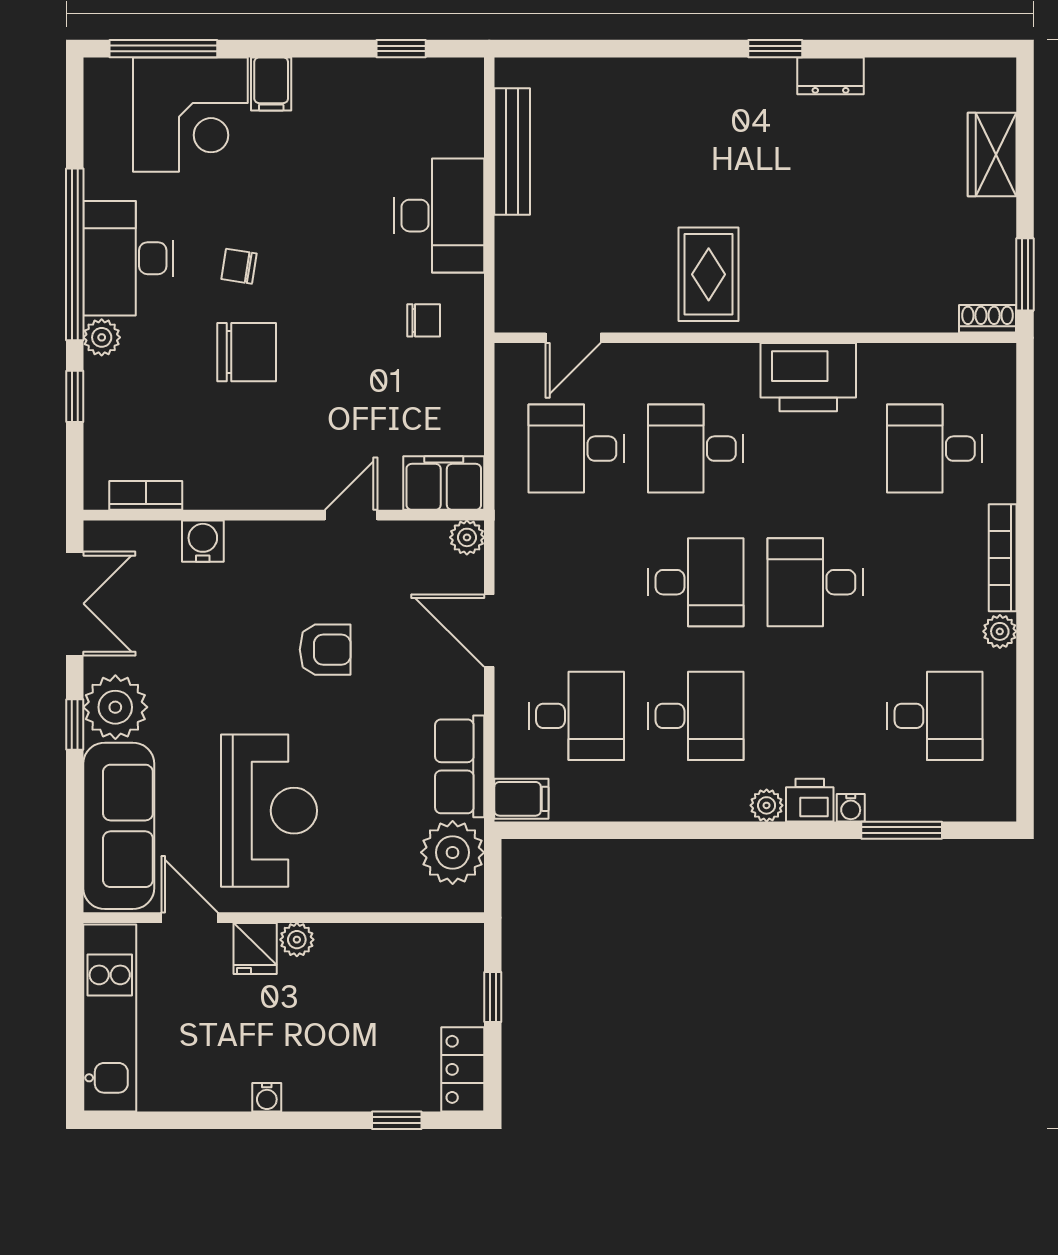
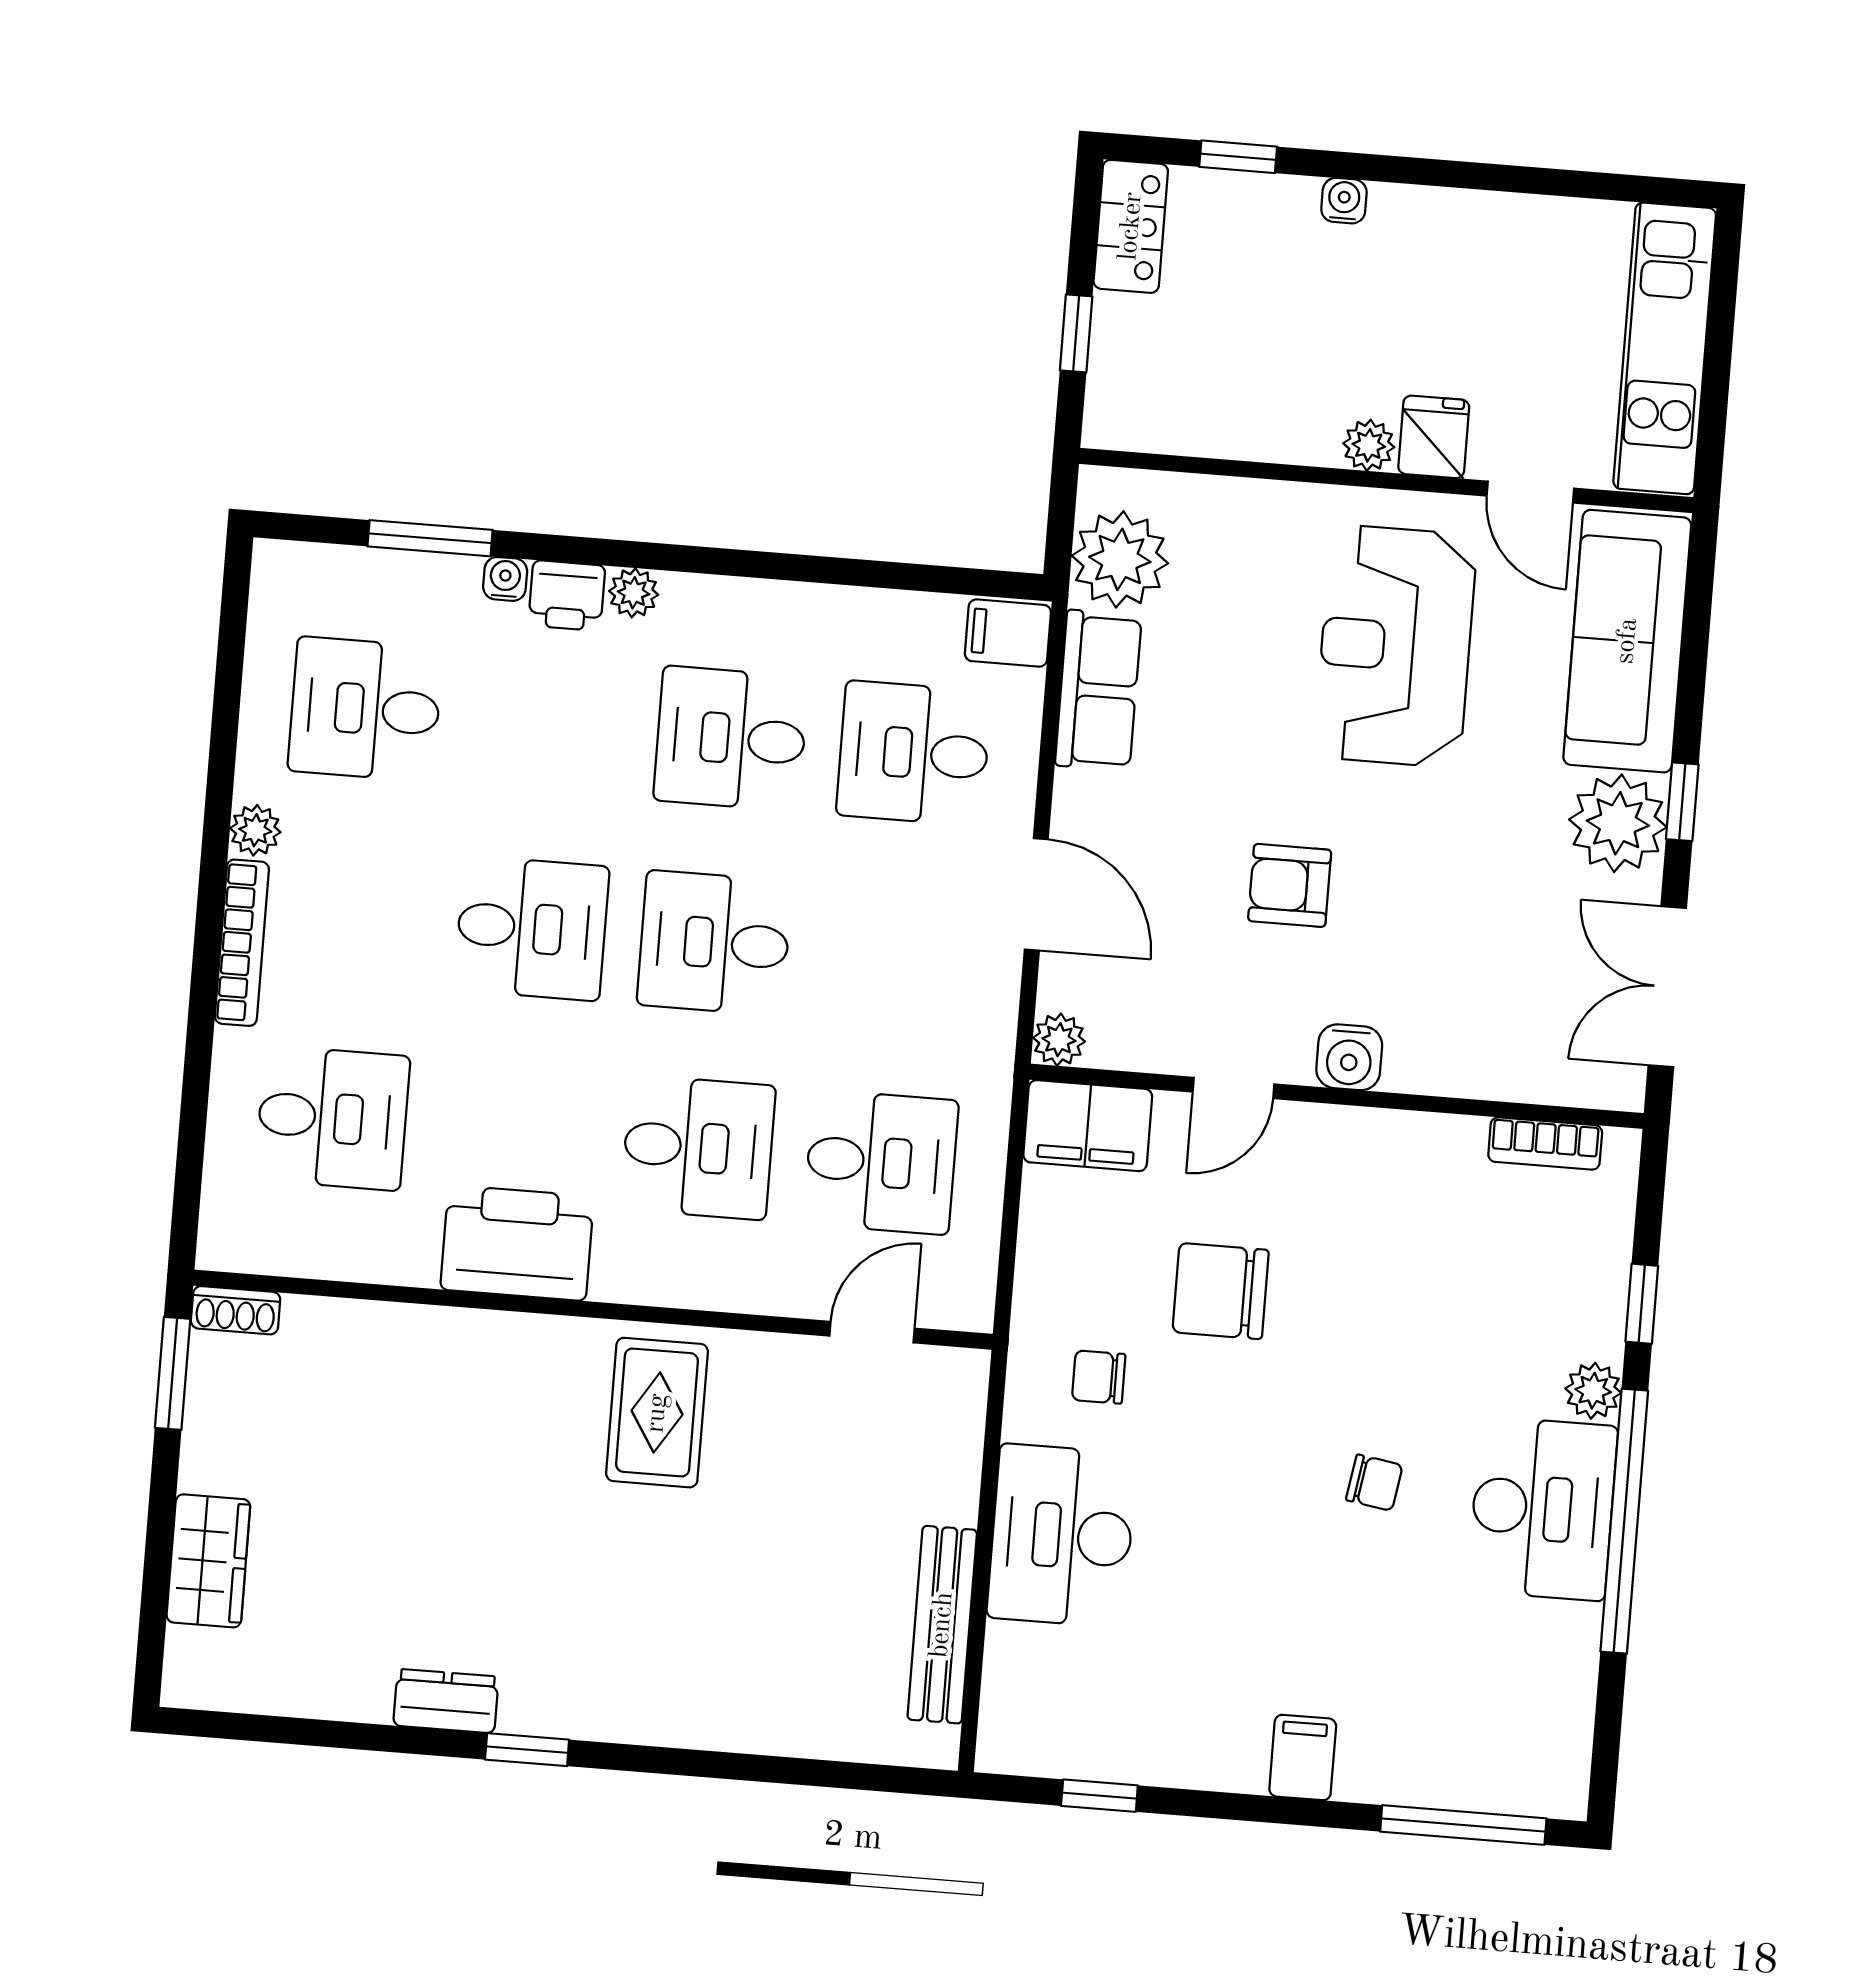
corner desk: (190, 115) -> (1430, 1721), removed
chair: (247, 352) -> (1221, 1291), moved
water cooler: (203, 541) -> (1349, 1057), moved
water cooler: (267, 1097) -> (1344, 201), moved

